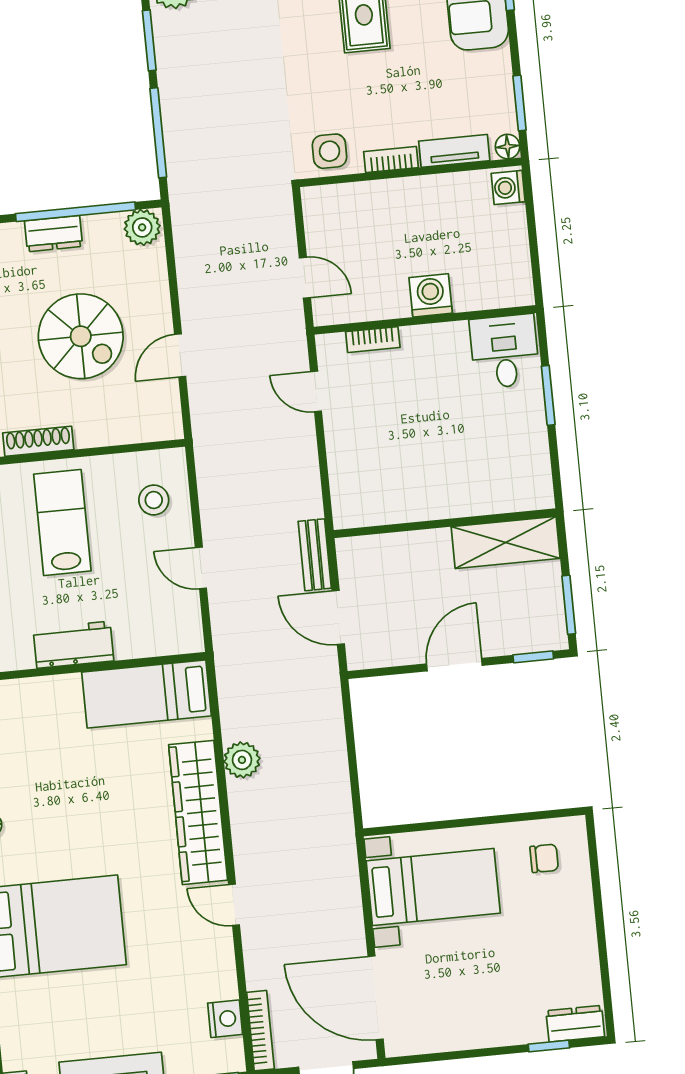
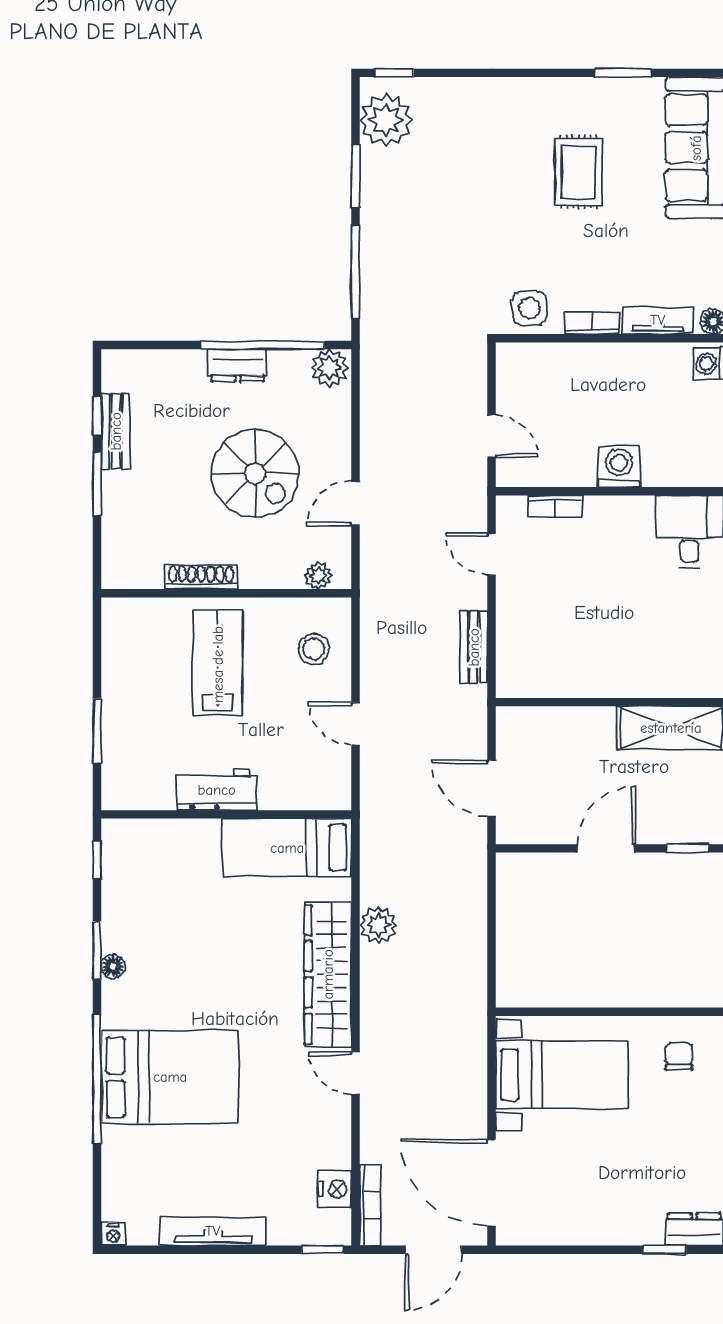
plant: (151, 429) -> (318, 576), added
bench: (315, 555) -> (474, 647), moved
chair: (544, 858) -> (679, 1056), turned -90

